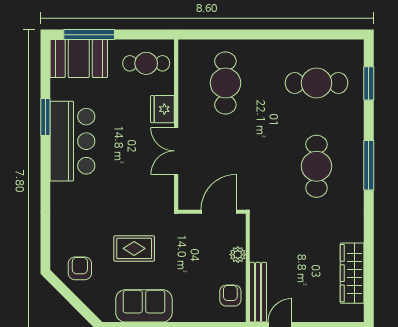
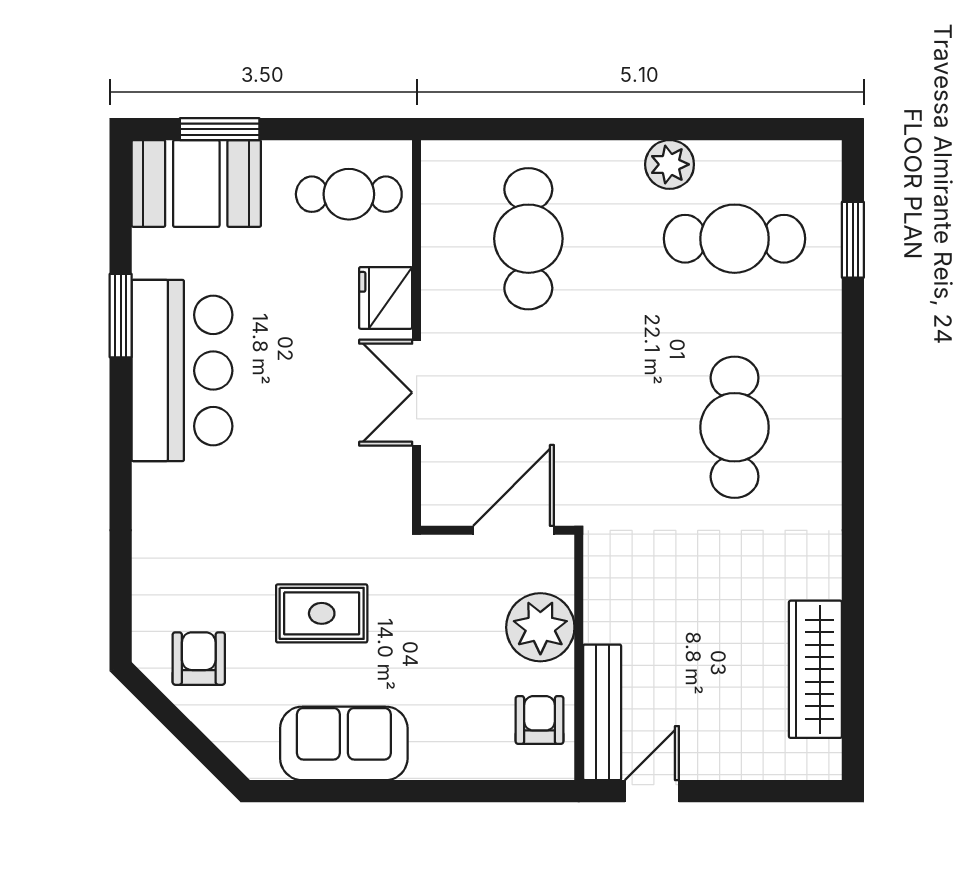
window: (89, 35) -> (220, 129), width x0.69
plant: (288, 50) -> (670, 164), added
window: (369, 165) -> (853, 425), removed
plant: (238, 255) -> (540, 627), width x1.88, depth x1.88

